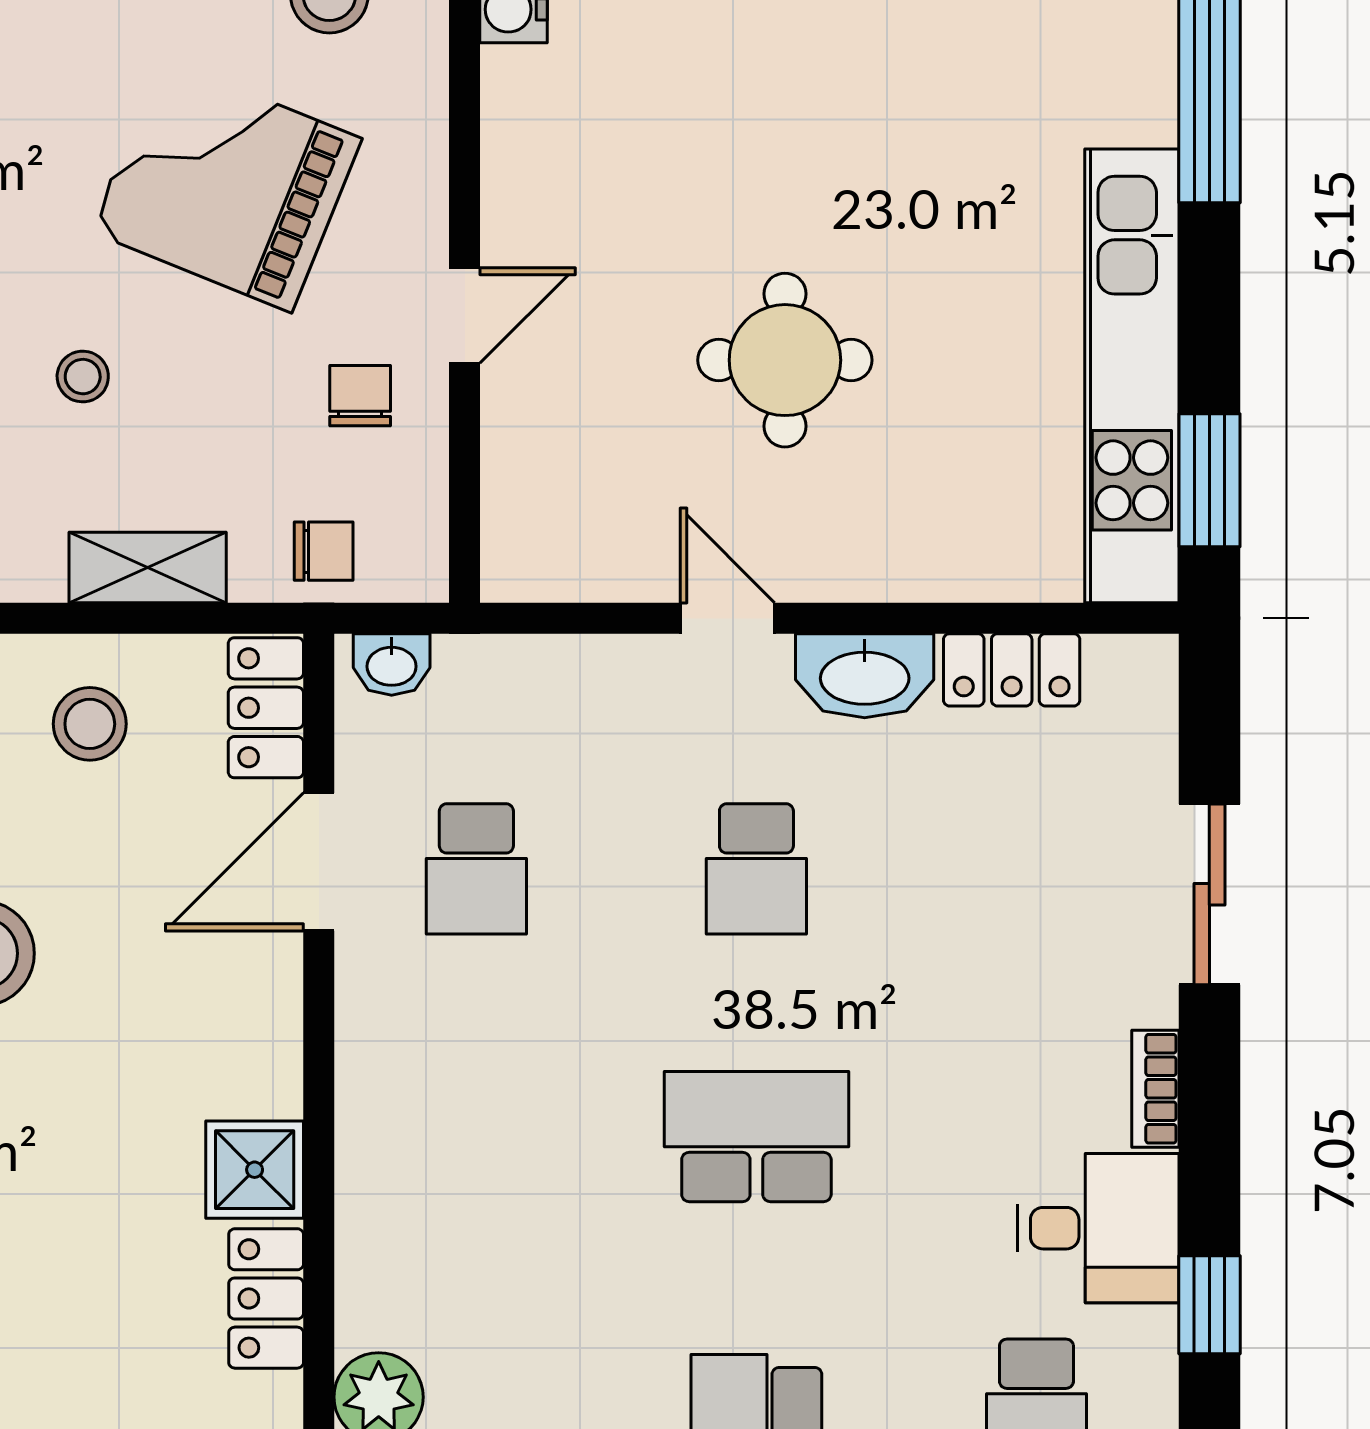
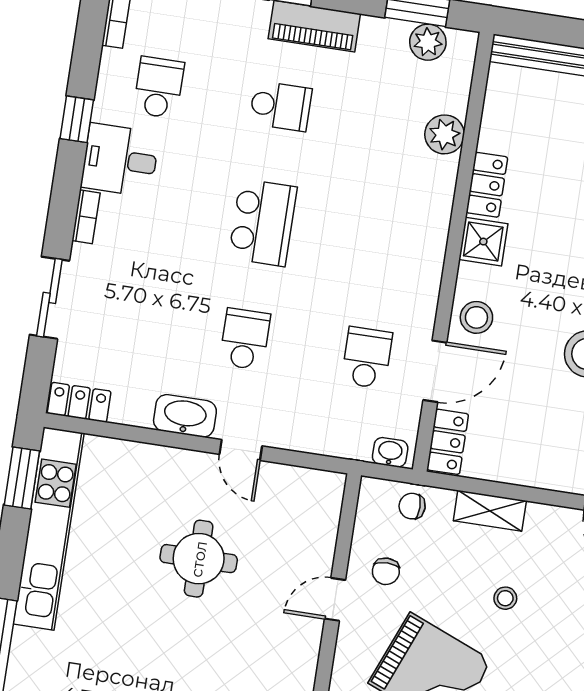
locker: (1012, 670) -> (79, 402), moved
stool: (90, 724) -> (476, 317), moved
school desk: (756, 1137) -> (263, 223), turned -90

